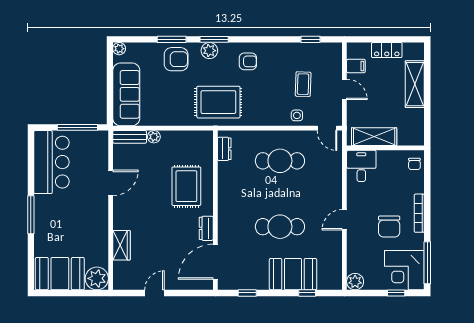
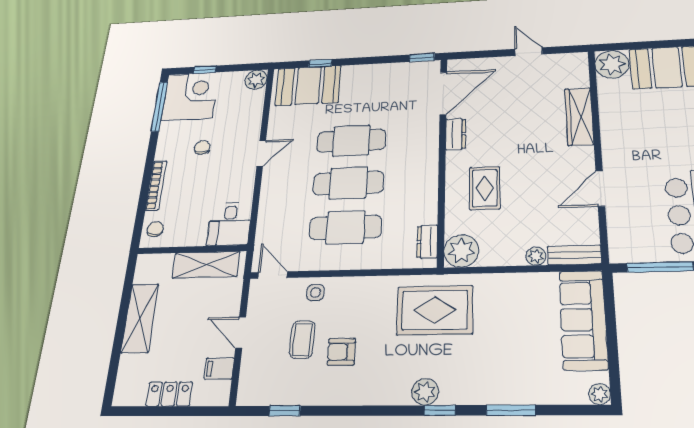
window: (214, 39) -> (440, 410), width x0.67
plant: (209, 51) -> (425, 392), moved
armchair: (176, 59) -> (503, 377), removed
armchair: (248, 61) -> (341, 352), moved
shelving: (415, 84) -> (140, 318), moved
plant: (202, 142) -> (461, 251), added
rug: (186, 186) -> (485, 188), width x0.73, depth x0.70
cafe table: (280, 194) -> (348, 183), added
bookcase: (419, 213) -> (156, 186), moved
chair: (389, 227) -> (202, 147), width x0.54, depth x0.54
wardrobe: (122, 245) -> (579, 116), width x1.50
booth: (293, 274) -> (308, 86), moved
door: (154, 293) -> (529, 52), swing flipped
window: (247, 293) -> (422, 58), moved

